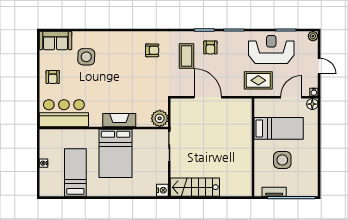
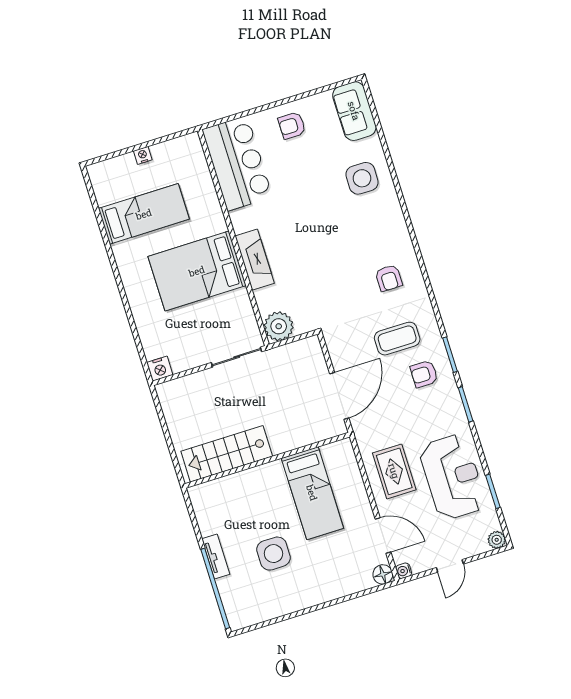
side table: (86, 57) -> (362, 178), moved
bed: (279, 128) -> (312, 493), moved
wall: (253, 147) -> (267, 460), moved
stairs: (195, 187) -> (227, 454), moved, turned -90

